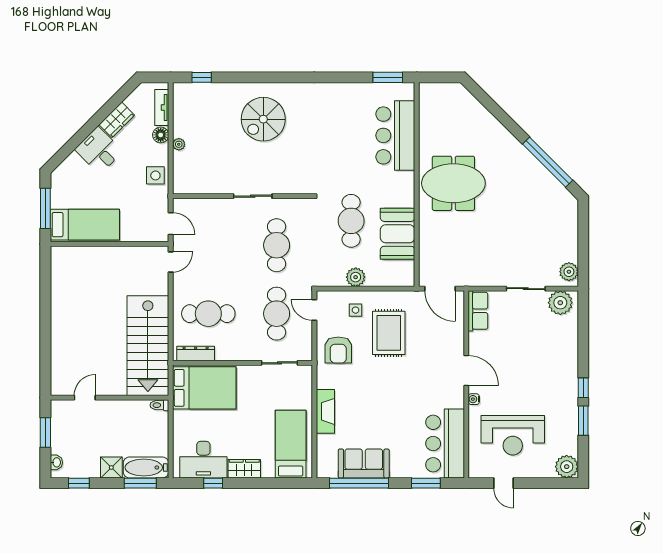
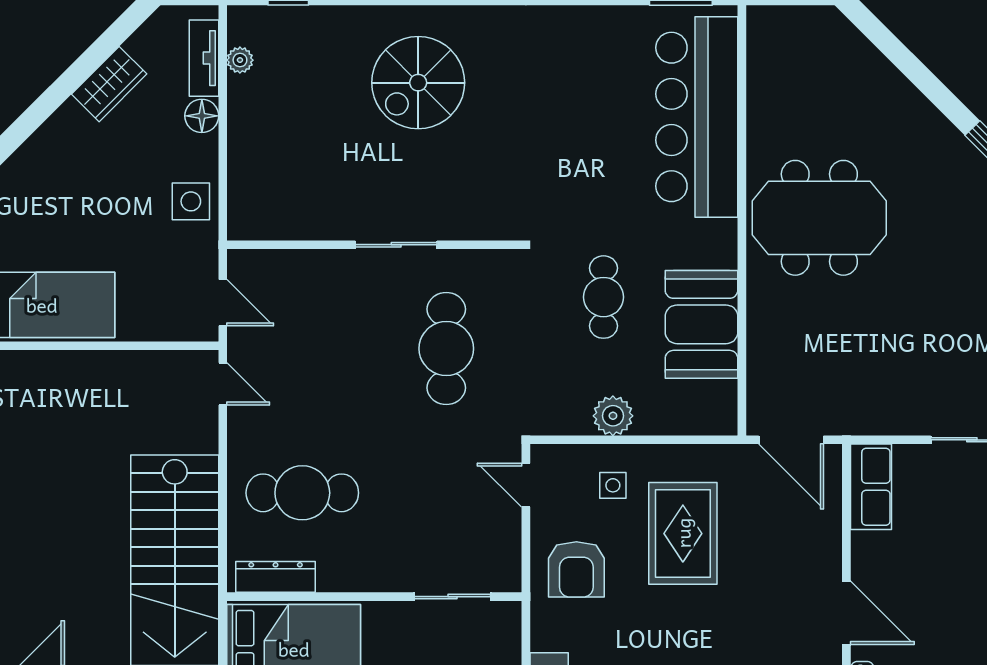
bar counter: (395, 135) -> (697, 117), width x1.36
plant: (179, 144) -> (240, 60), moved
desk: (99, 150) -> (71, 148), removed
cafe table: (351, 221) -> (604, 297), width x0.73, depth x0.74
door: (171, 262) -> (223, 384), hinge flipped
cafe table: (277, 314) -> (446, 493), removed

